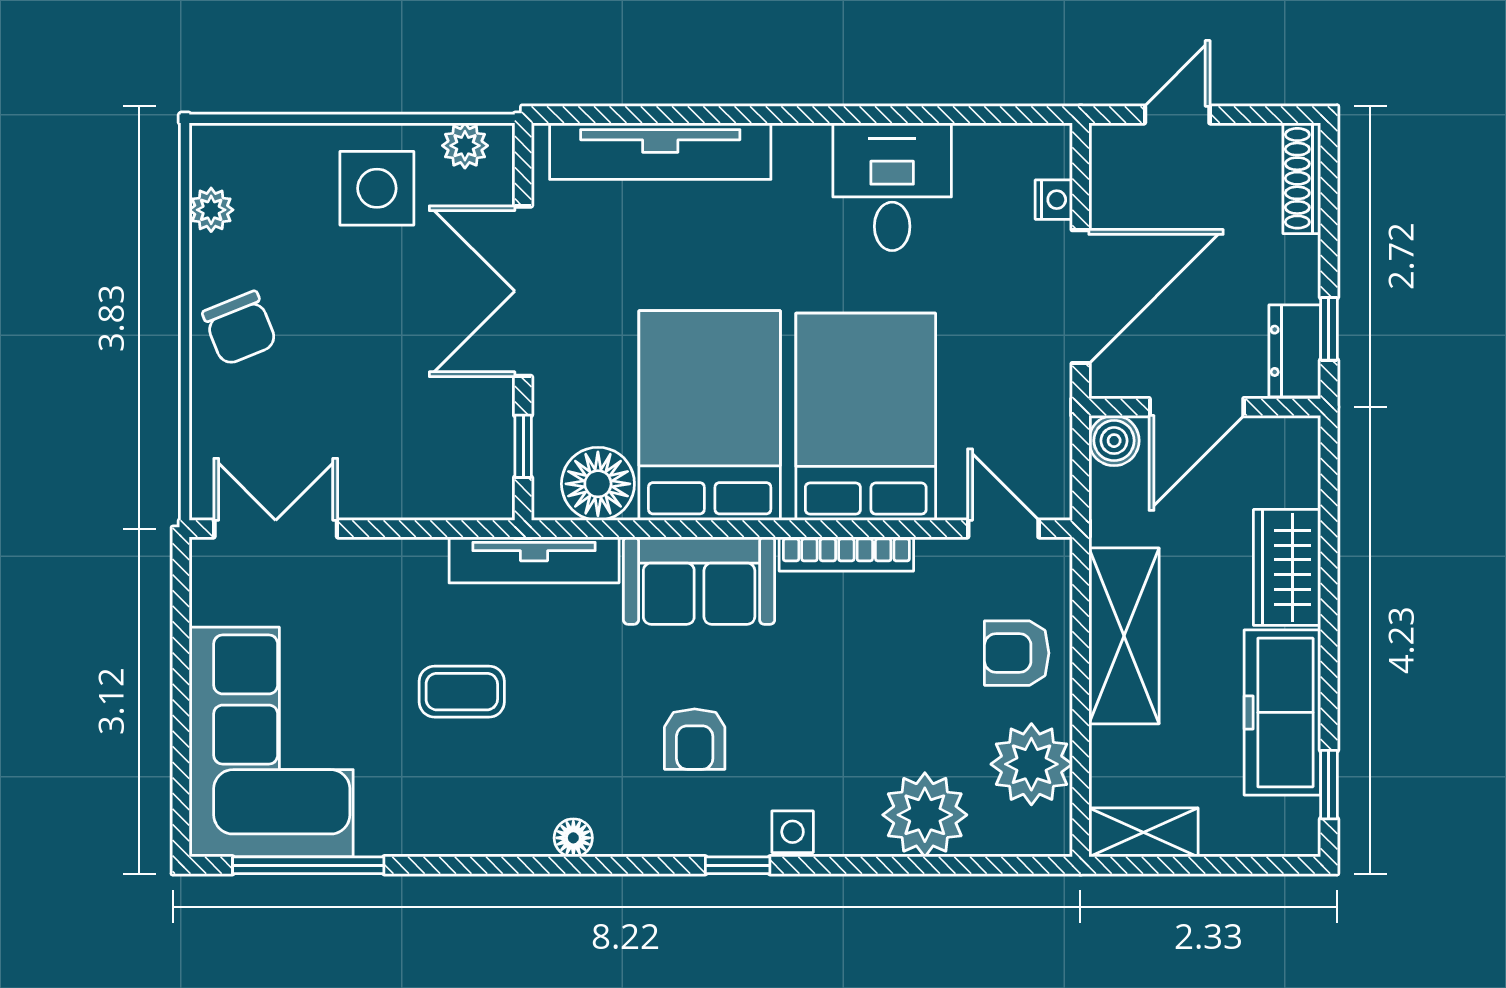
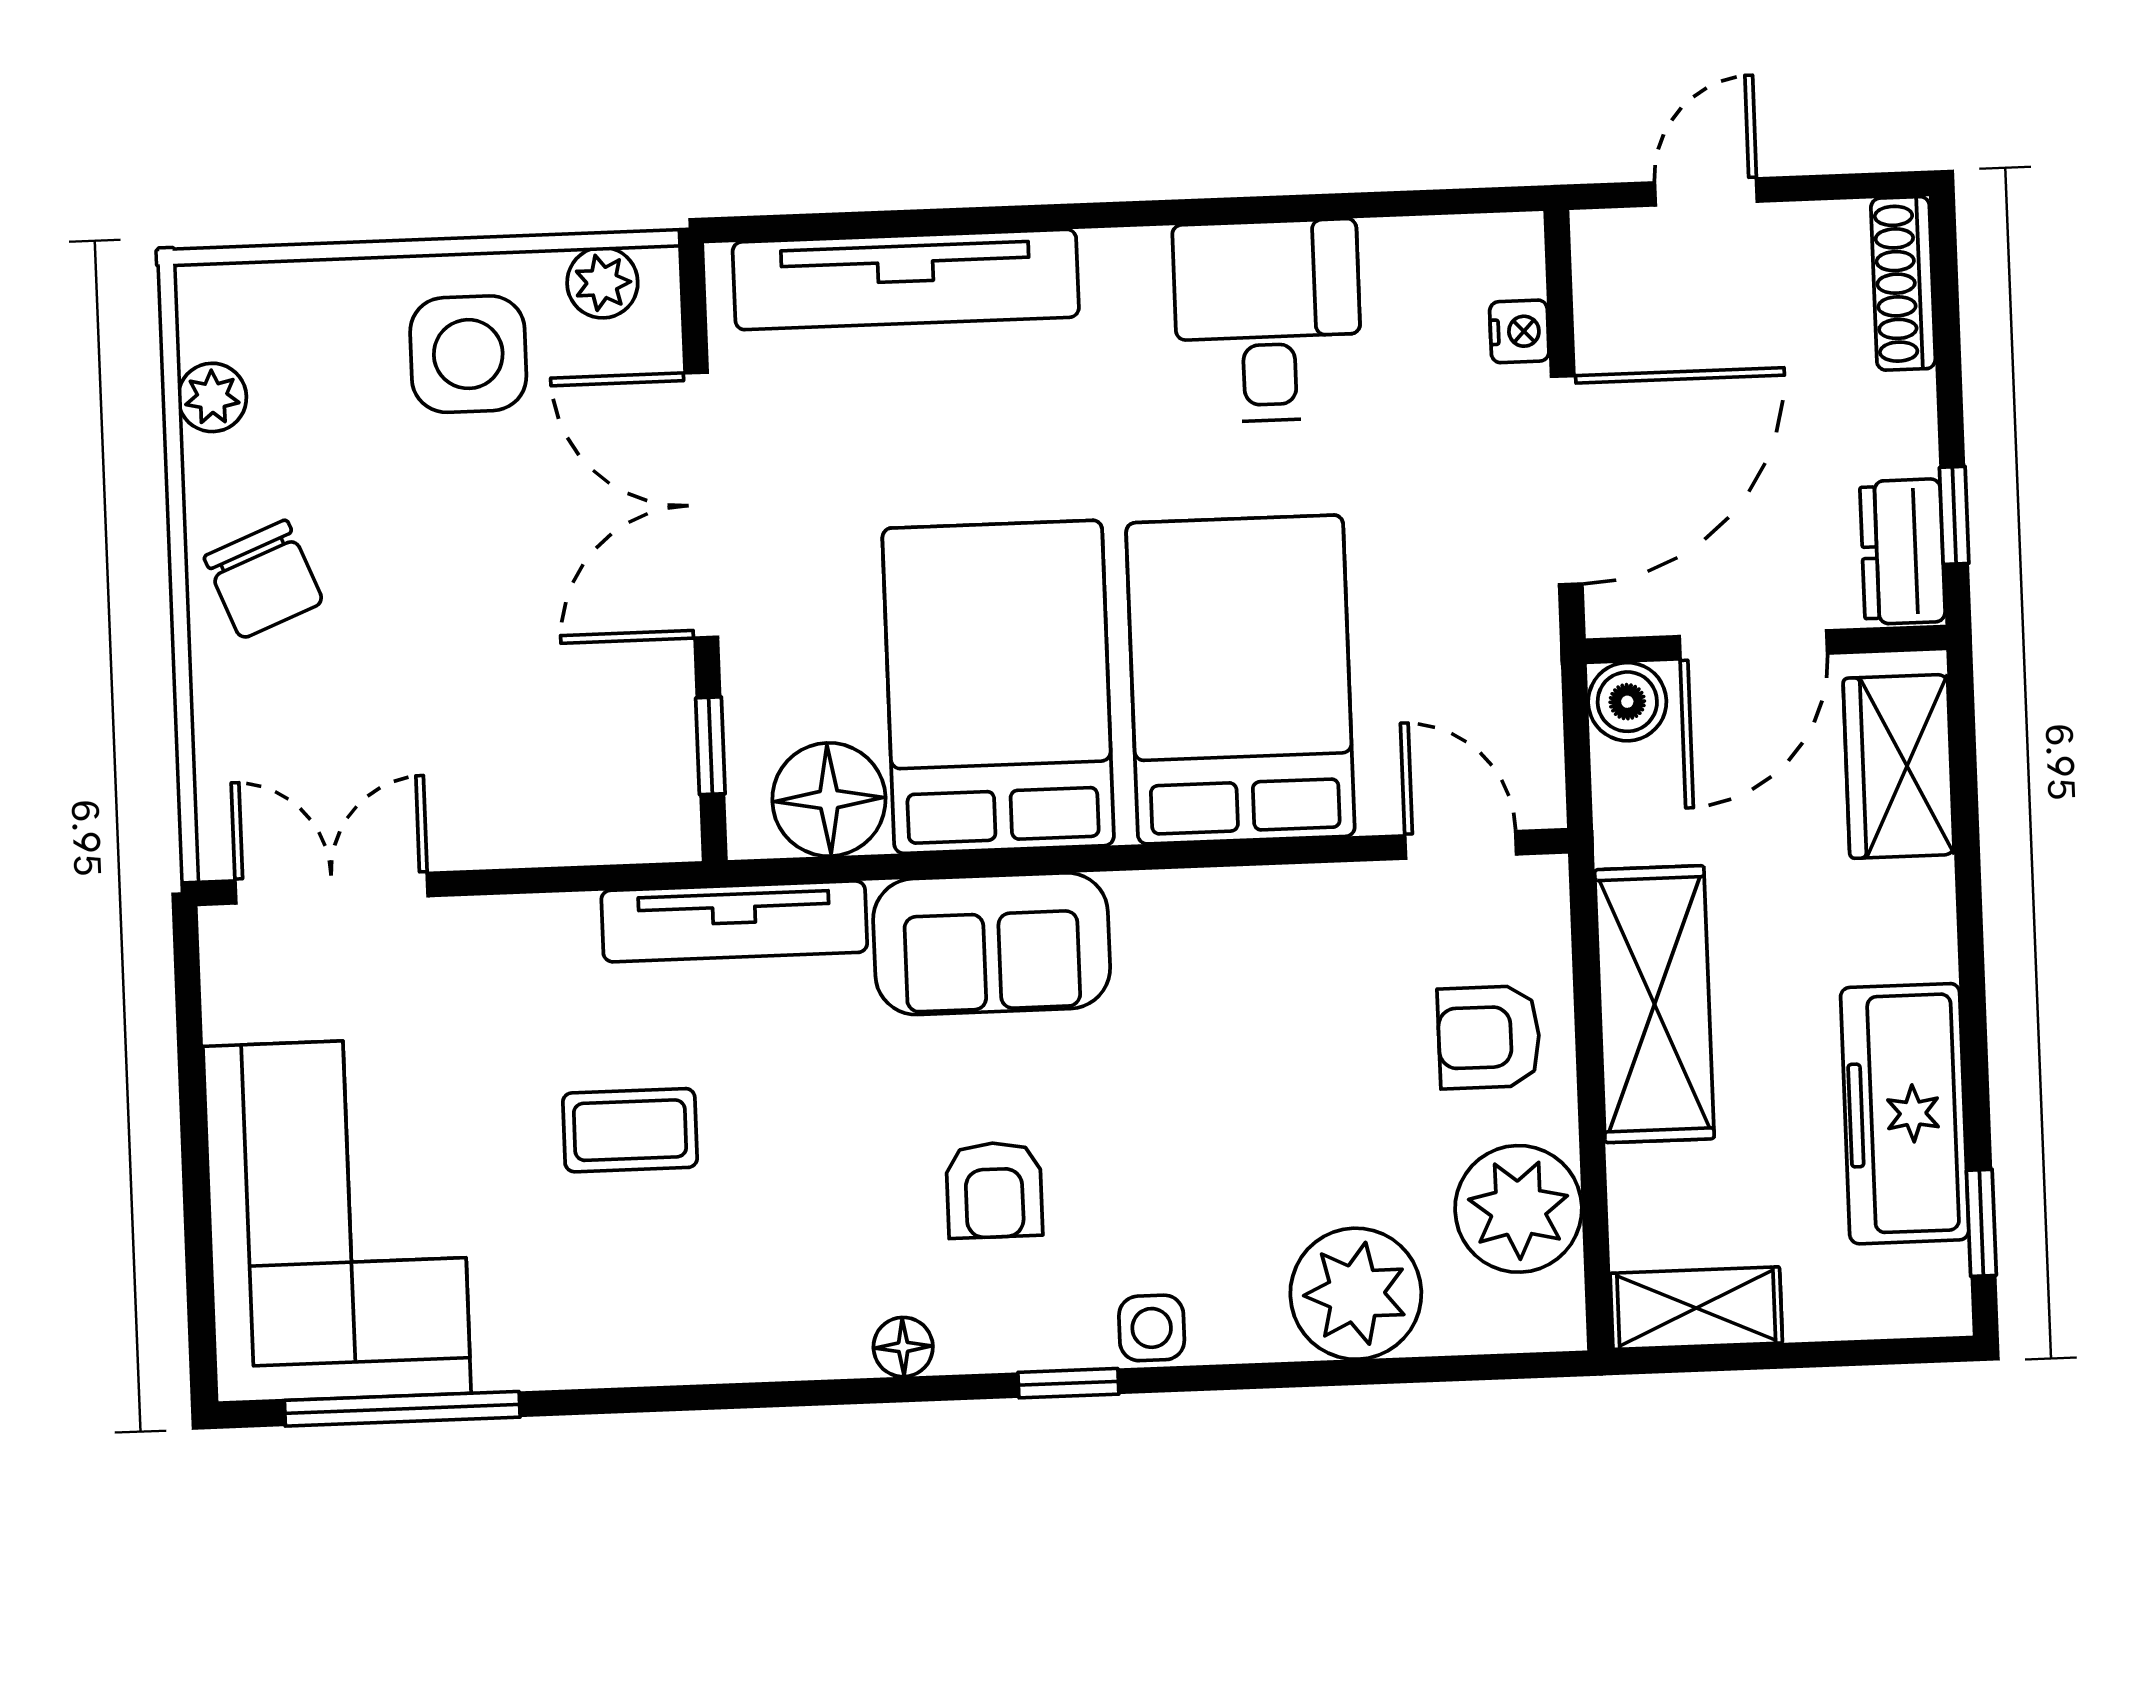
bookcase: (846, 554) -> (1219, 894), removed
wardrobe: (1287, 567) -> (1899, 766), moved
floor lamp: (573, 838) -> (903, 1347), moved

